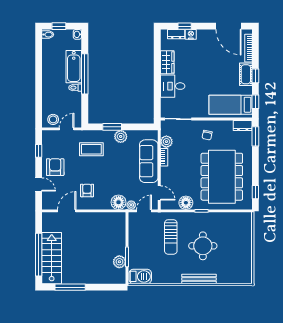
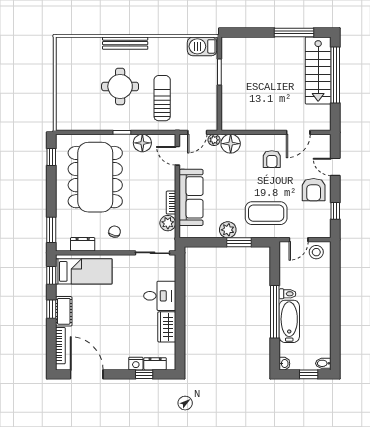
dresser: (243, 125) -> (83, 244), moved
coffee table: (91, 149) -> (266, 213), width x1.36, depth x1.32
plant: (119, 262) -> (229, 66), removed

